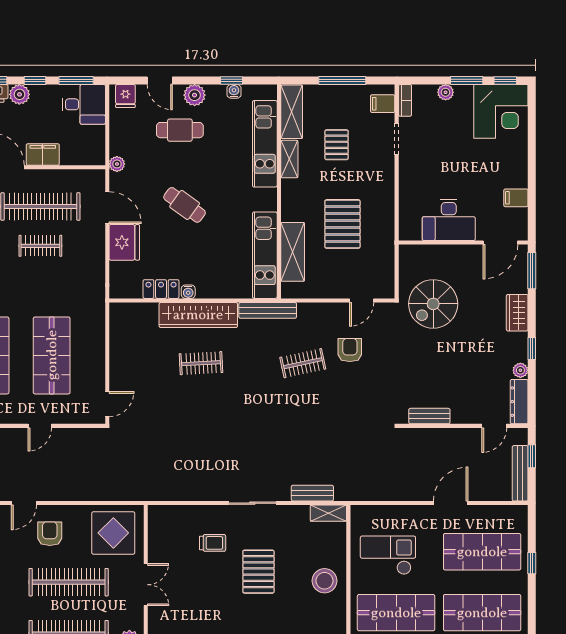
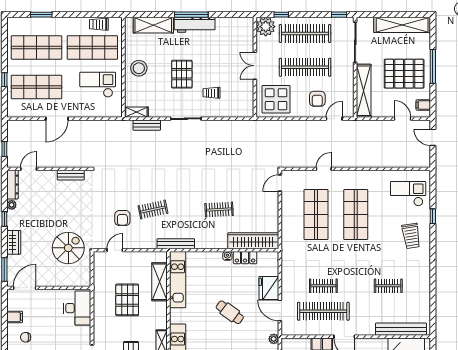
chair: (499, 167) -> (26, 337), added
desk: (449, 220) -> (77, 308), moved, turned 90
wardrobe: (198, 315) -> (253, 241), moved
bench: (520, 473) -> (12, 138), removed
checkout: (388, 555) -> (98, 85), turned 180

